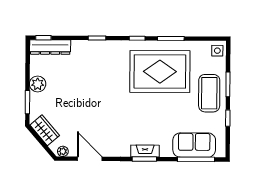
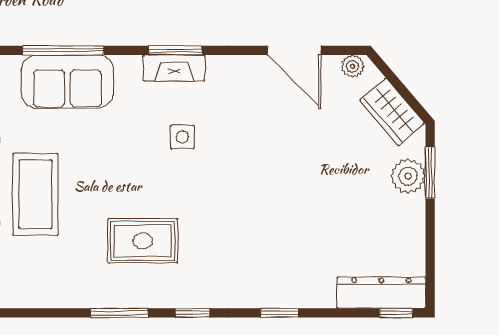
side table: (217, 51) -> (182, 137), moved
rug: (160, 72) -> (143, 241), width x0.54, depth x0.49
plant: (38, 84) -> (408, 176), moved

